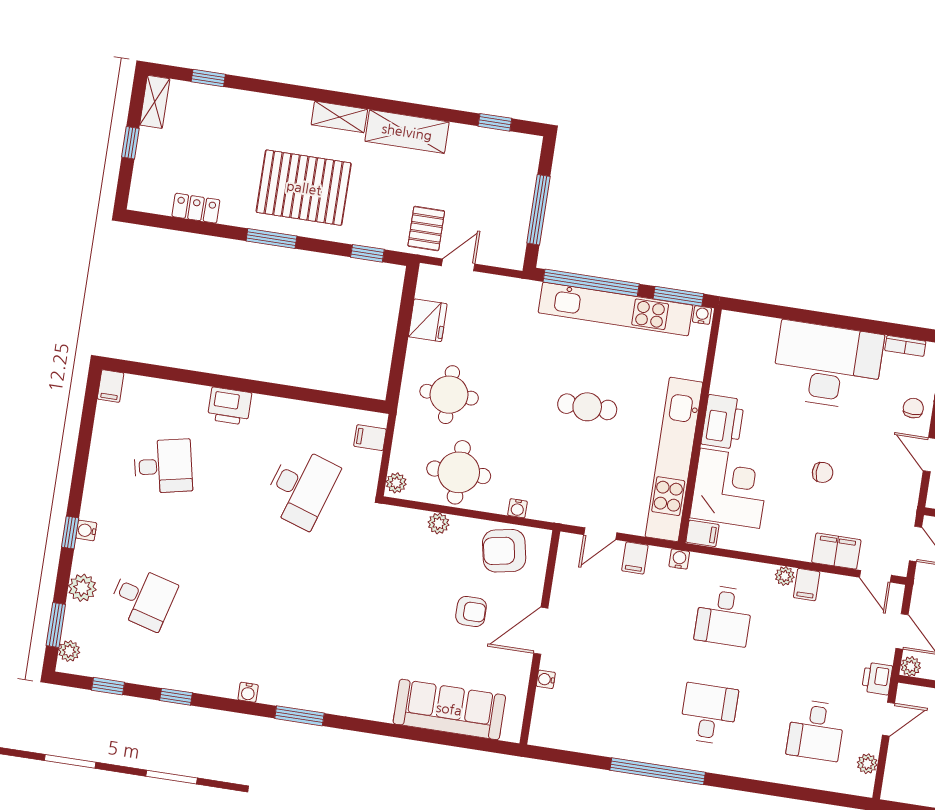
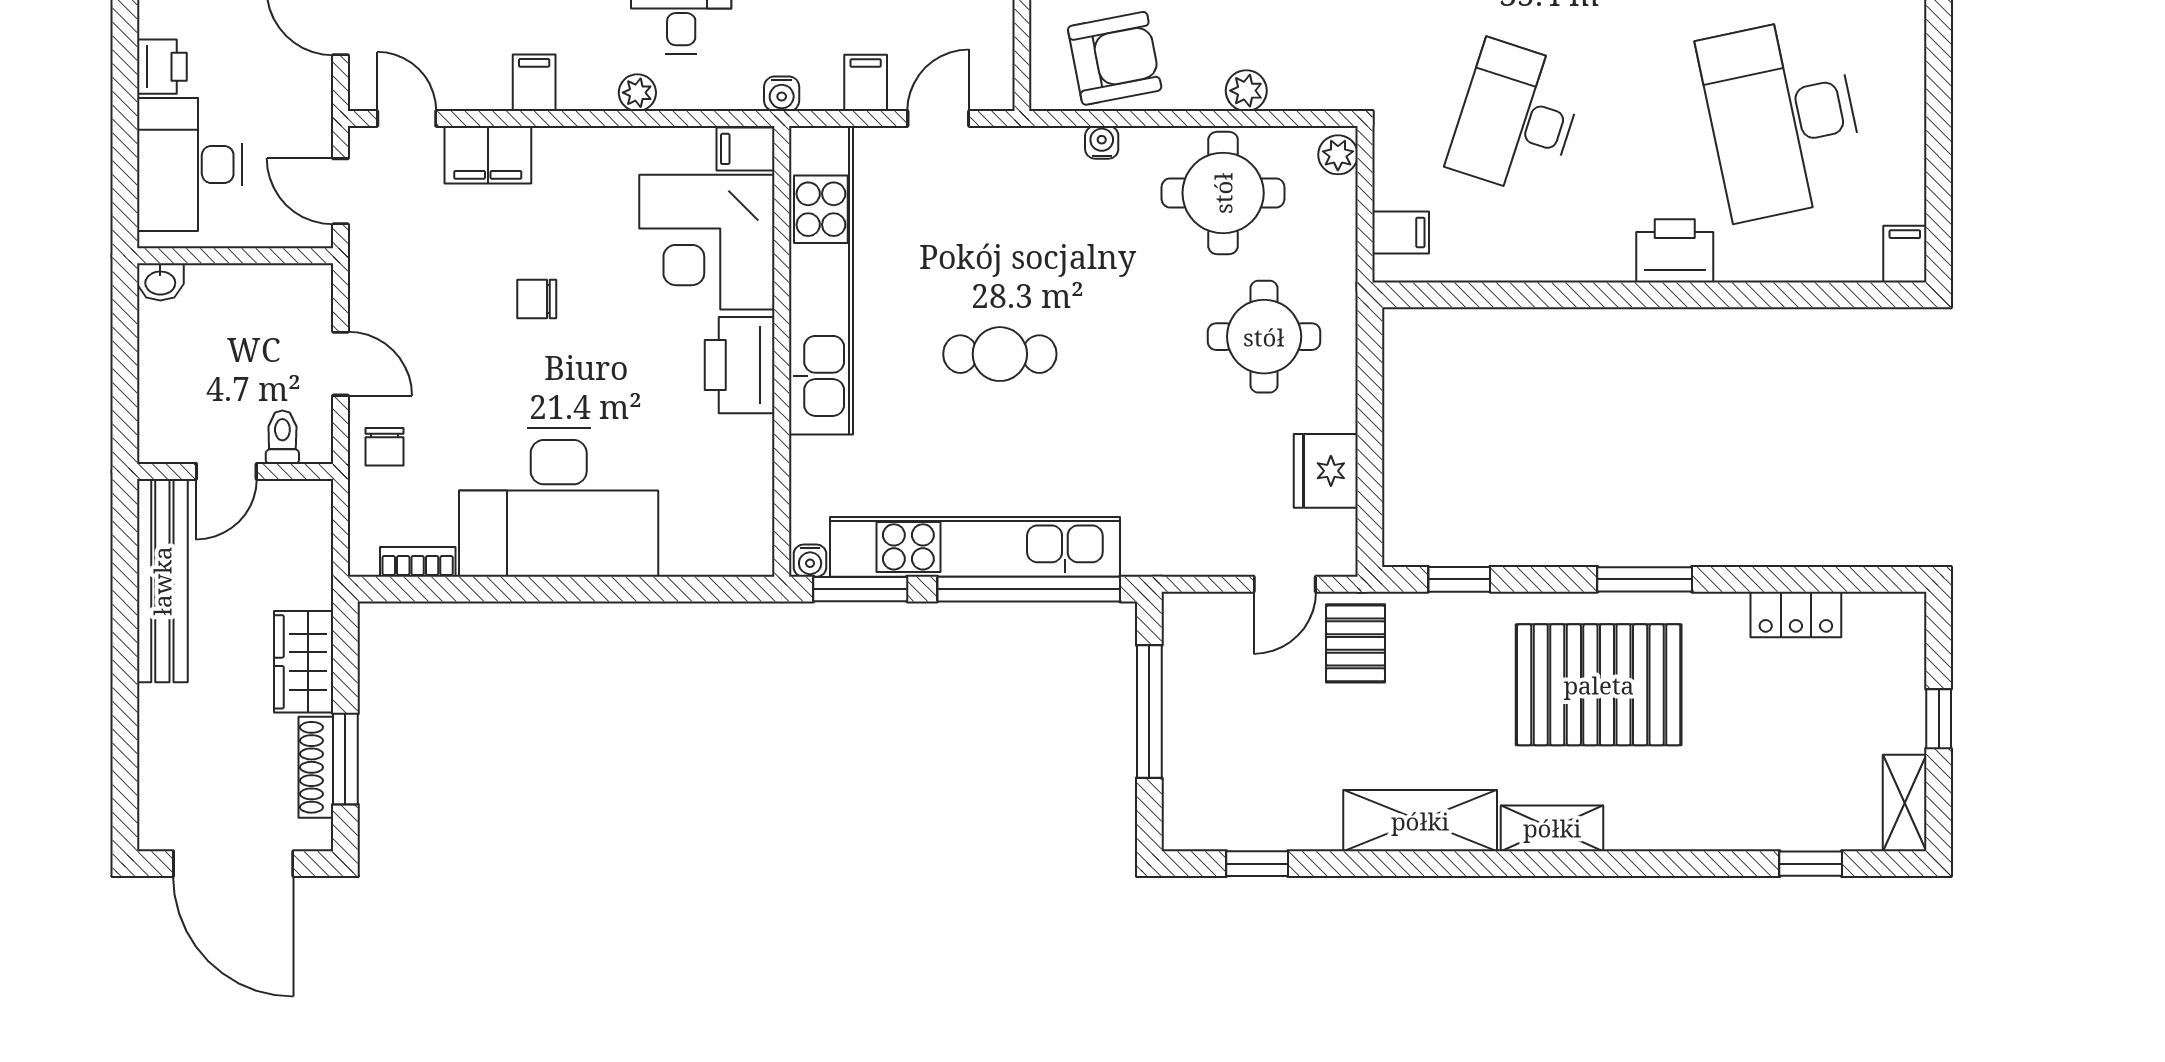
desk: (163, 466) -> (1782, 118), width x1.87, depth x1.30
plant: (785, 576) -> (637, 93), moved

